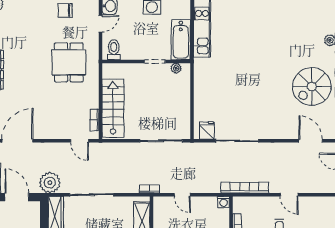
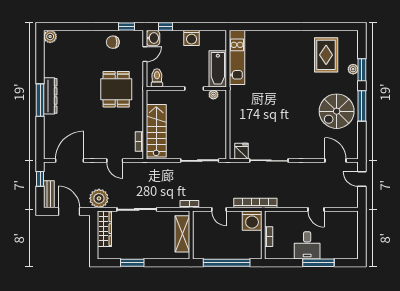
rug: (300, 24) -> (326, 55), added
door: (80, 141) -> (115, 161), moved
bookcase: (245, 188) -> (255, 203), moved
washing machine: (224, 202) -> (252, 221), width x1.89, depth x1.89

